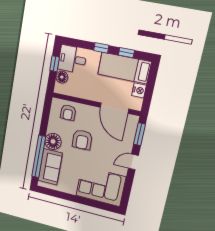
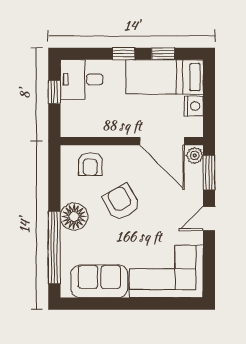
floor lamp: (62, 77) -> (70, 110), removed
plant: (133, 122) -> (195, 155), added
armchair: (82, 140) -> (121, 202), turned 152
sofa: (50, 167) -> (99, 281), moved, turned -90

